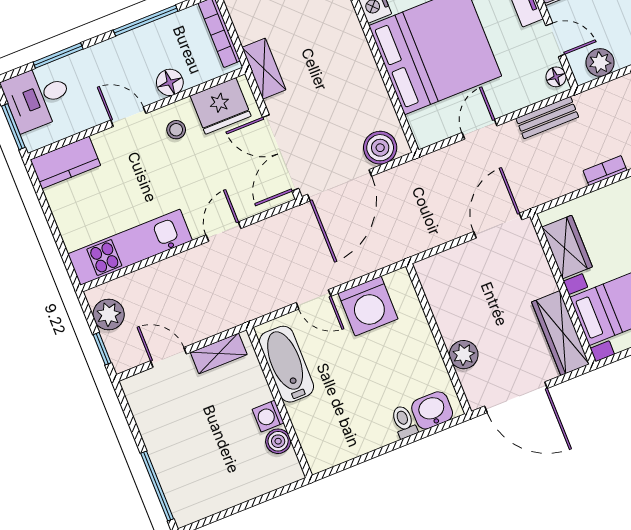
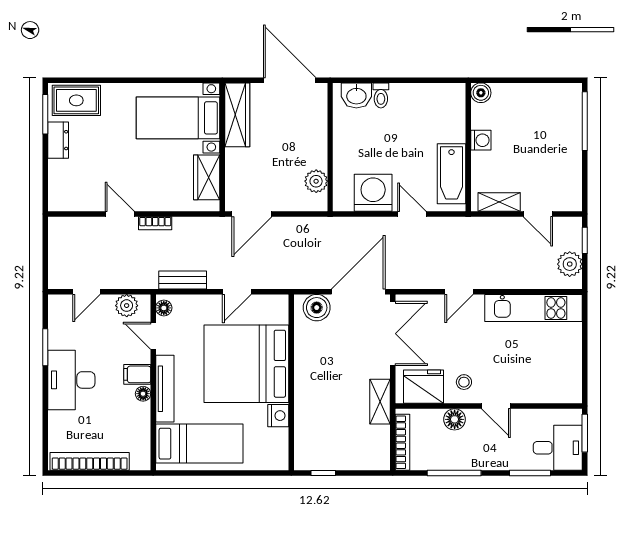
kitchen counter: (65, 163) -> (557, 391), removed
plant: (464, 355) -> (316, 181), moved
boiler: (278, 441) -> (481, 93), moved

